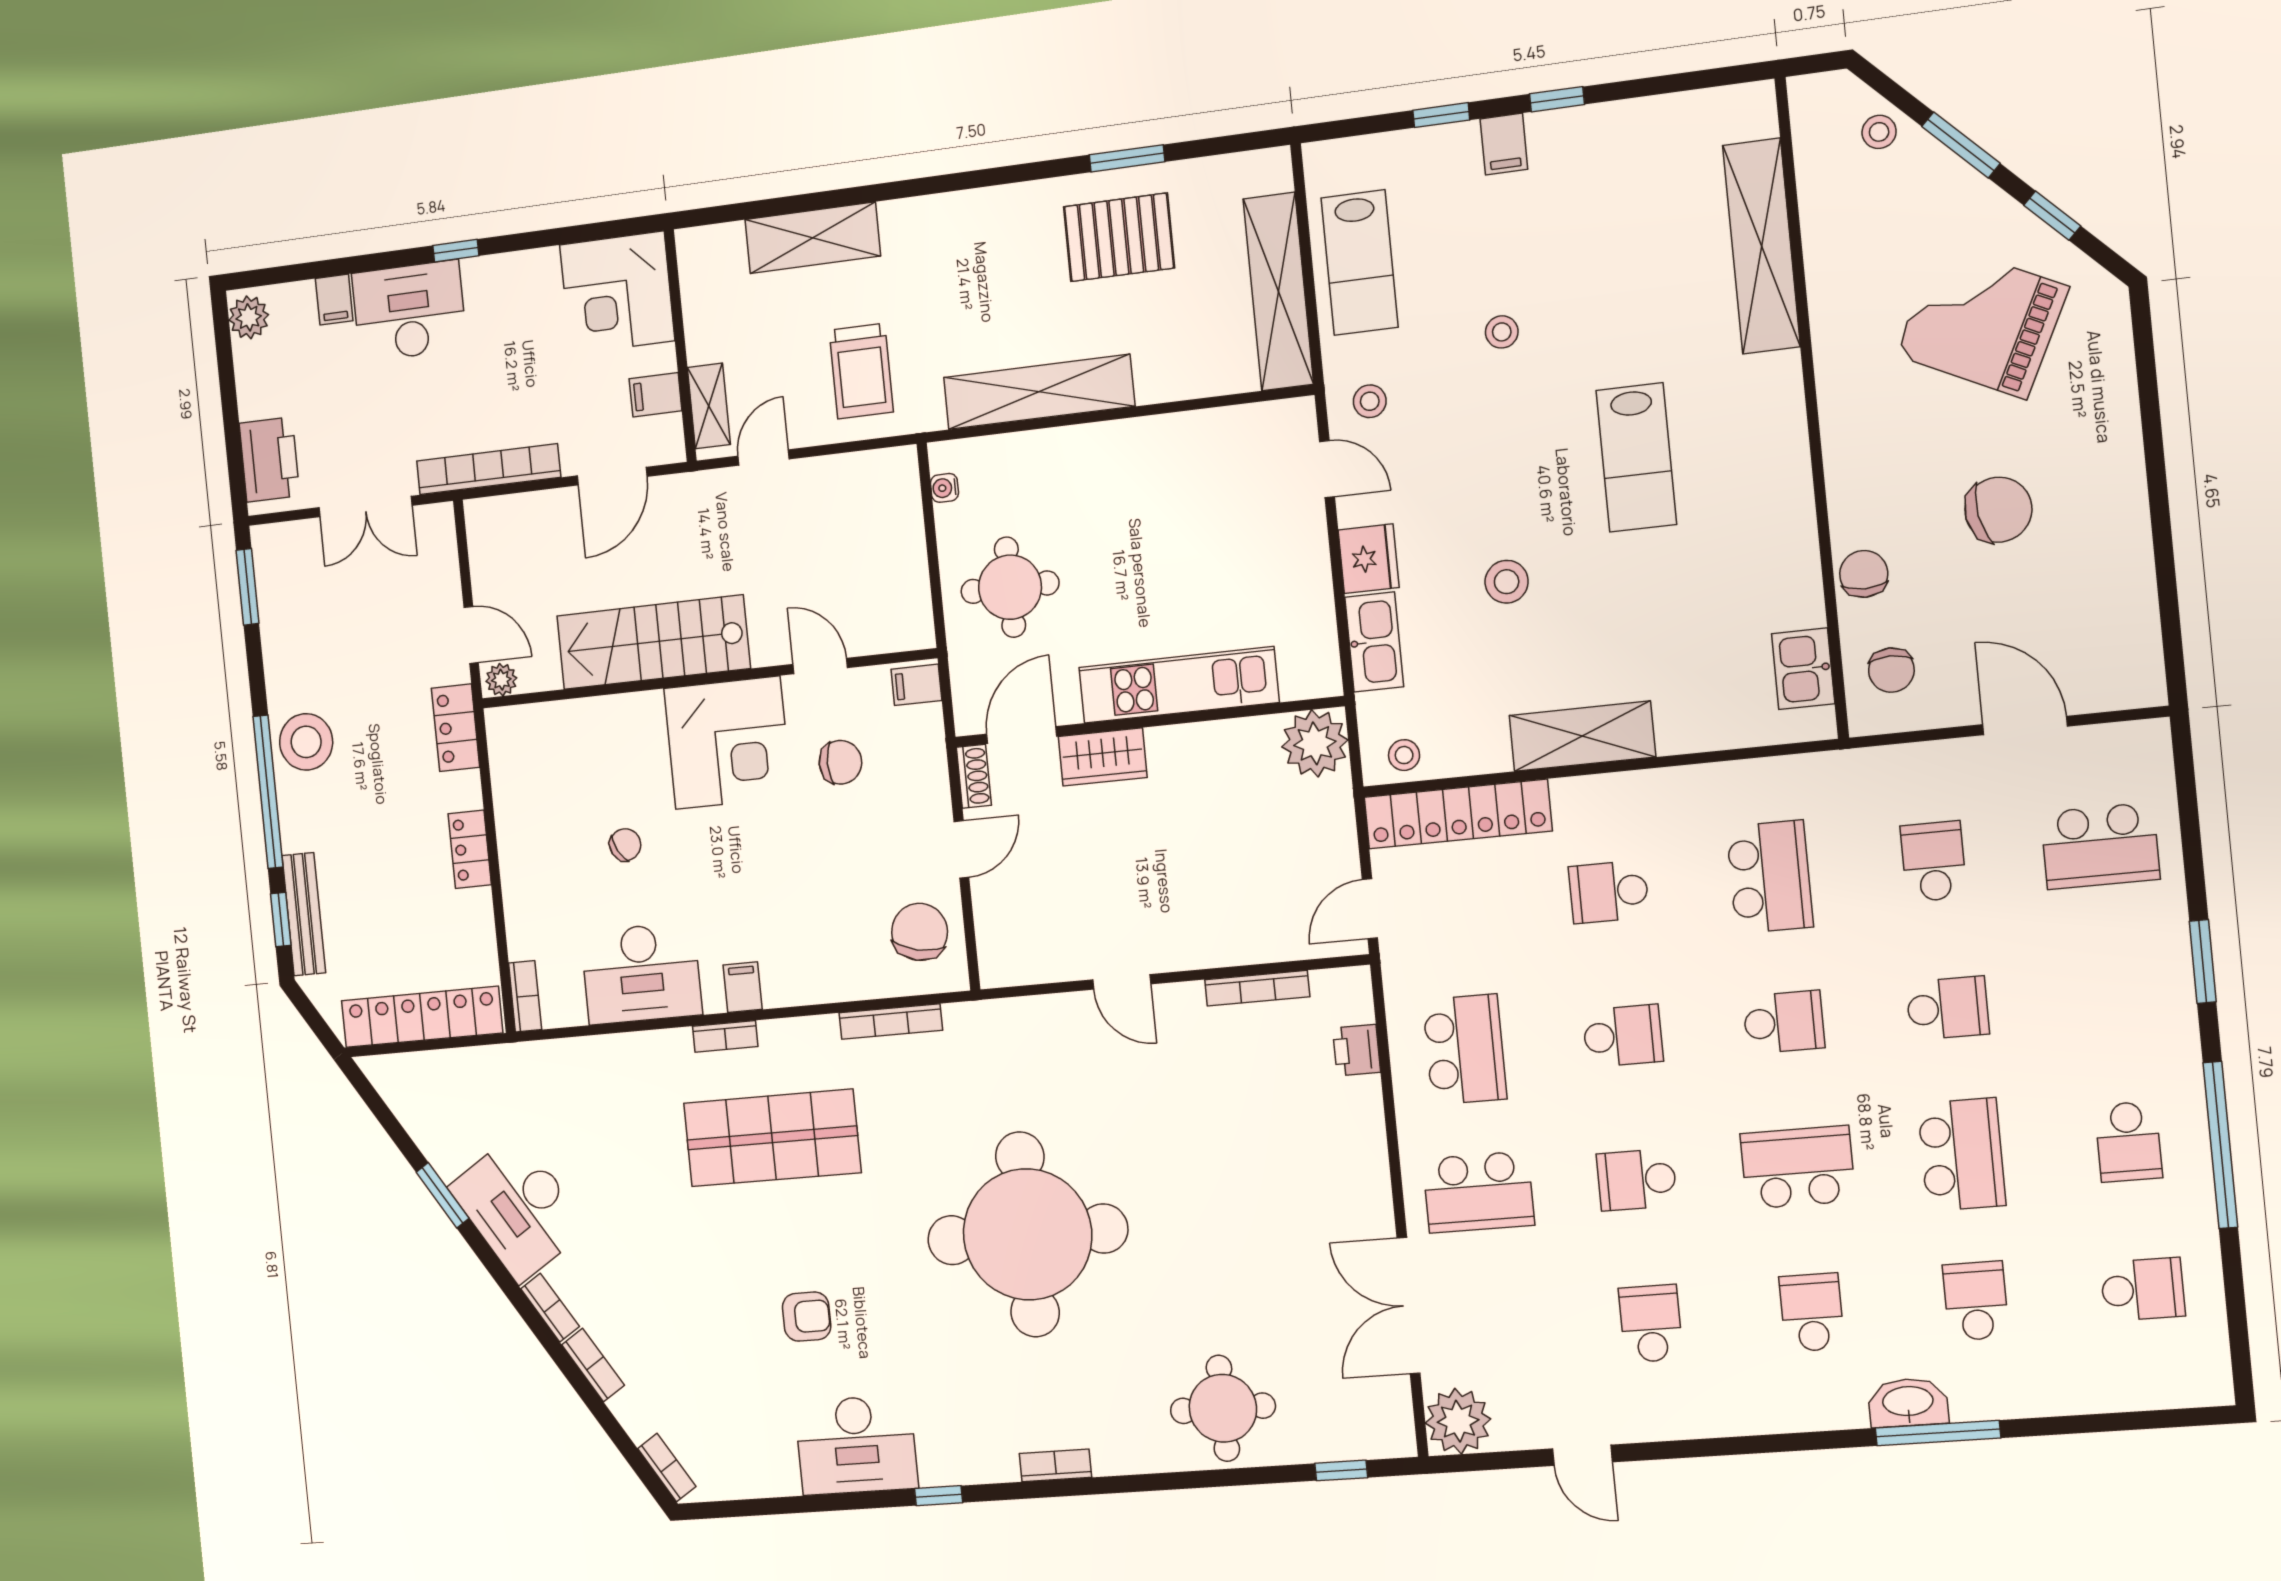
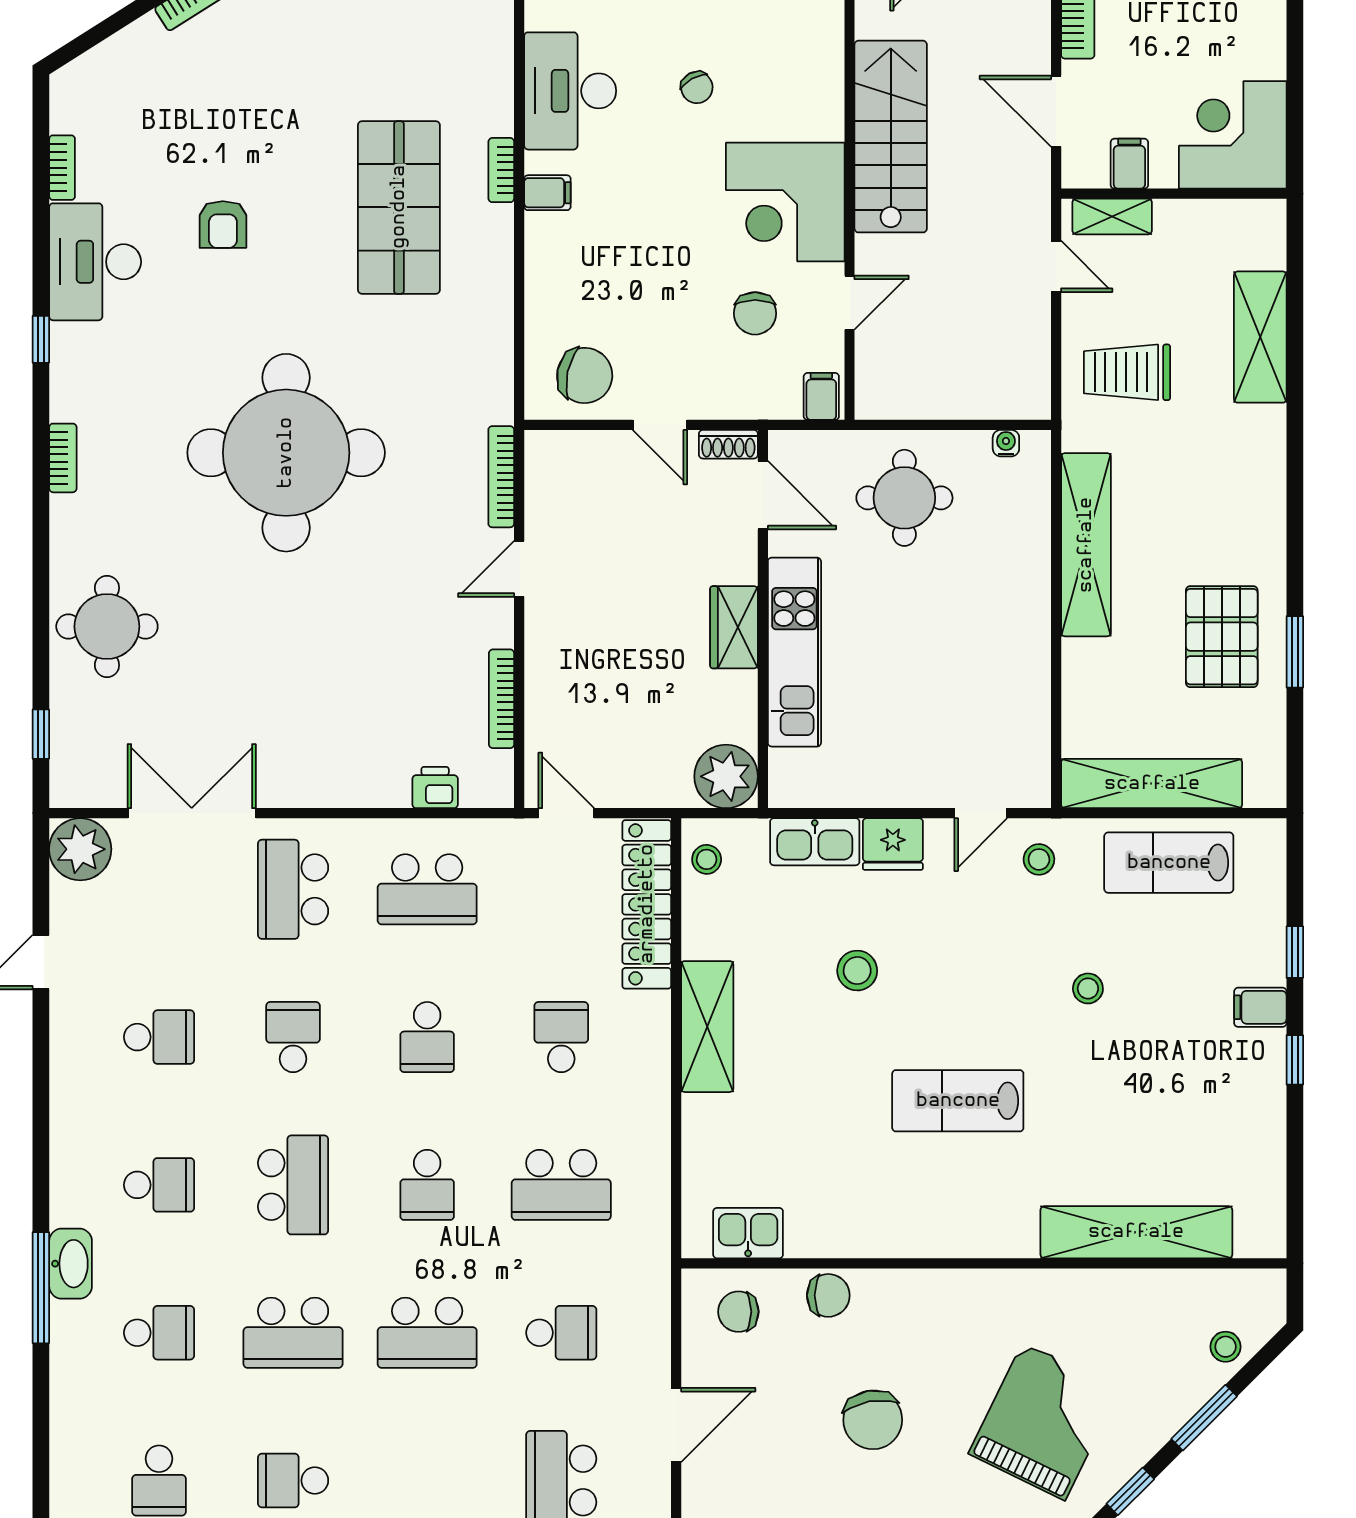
wardrobe: (1103, 757) -> (734, 627), moved
school desk: (1948, 1008) -> (427, 1333), width x1.85
bookcase: (891, 1022) -> (501, 477), moved
bookcase: (667, 1467) -> (62, 168), moved, turned -58

